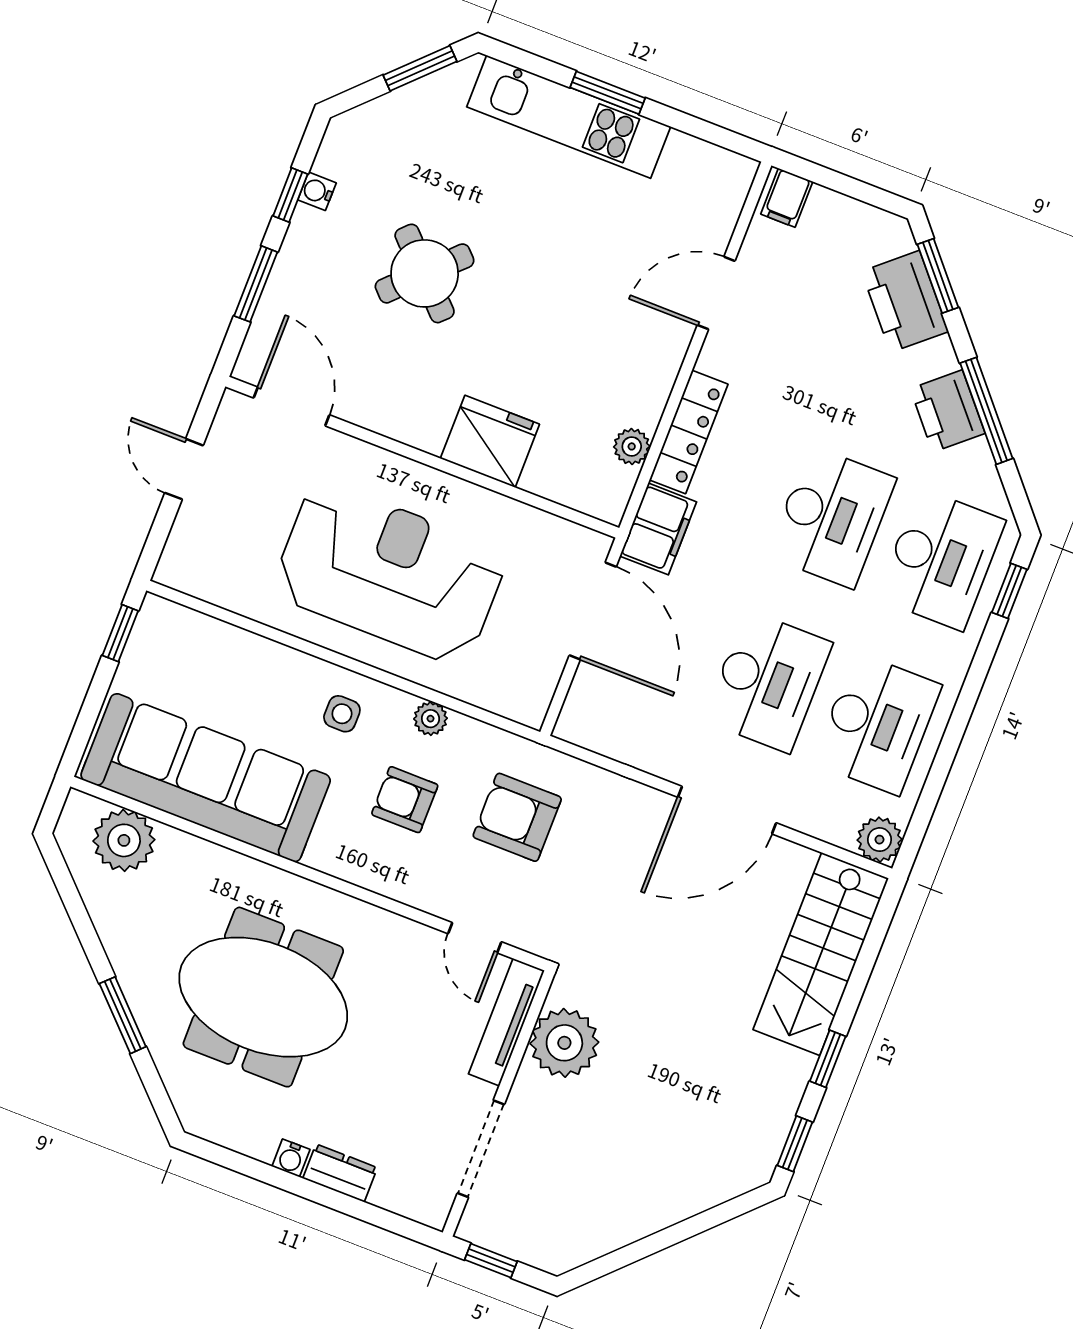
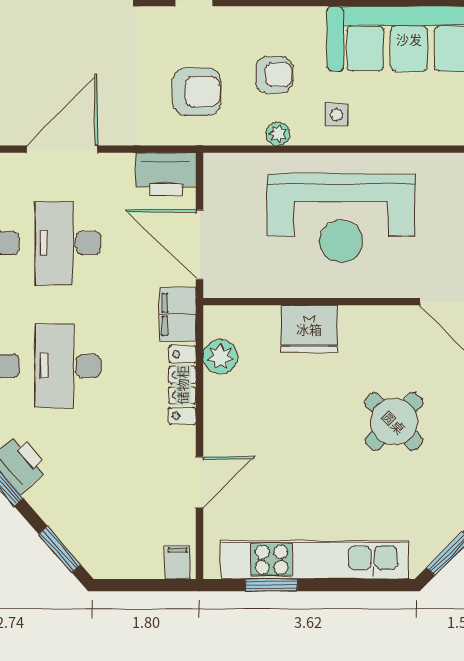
window: (608, 93) -> (271, 585), moved
kitchen unit: (569, 117) -> (315, 560), width x1.36
printer: (905, 301) -> (166, 174), moved, turned 131
plant: (632, 446) -> (220, 357), width x1.38, depth x1.38

